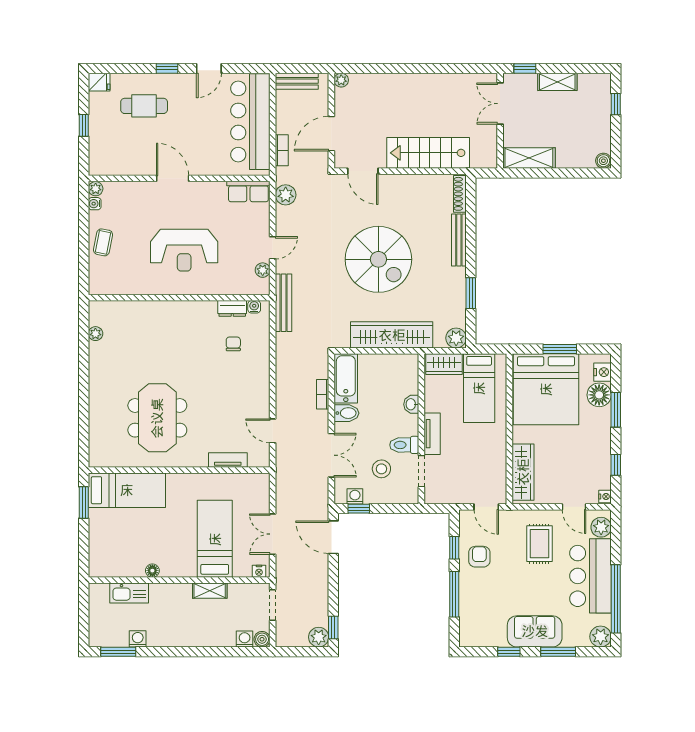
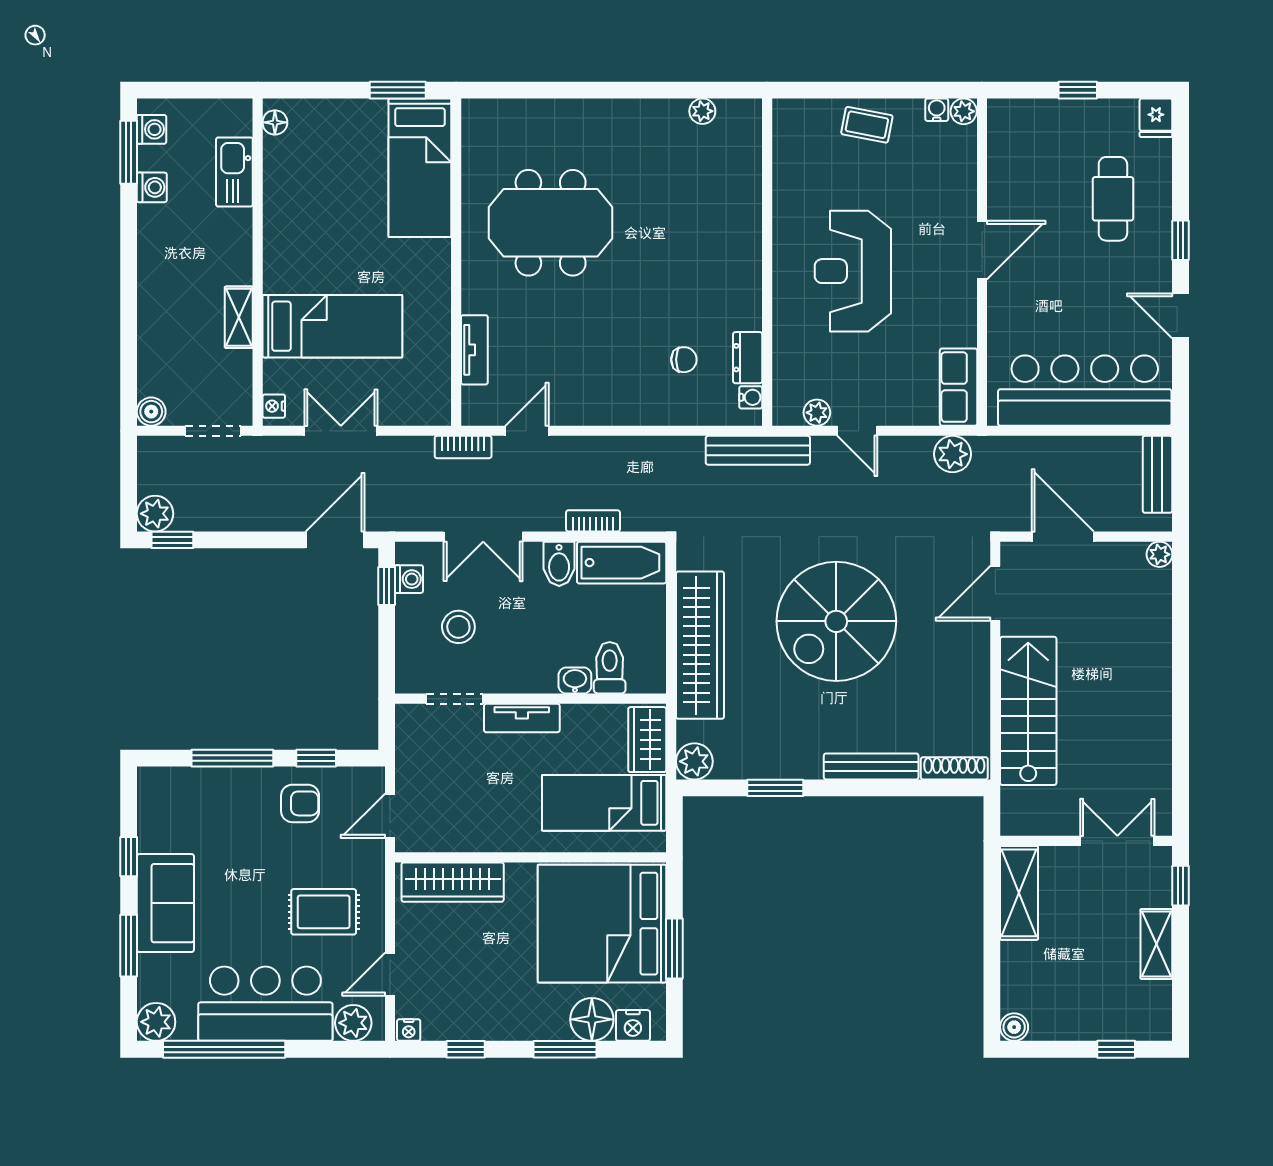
bookcase: (282, 150) -> (463, 447), moved
toilet: (404, 445) -> (610, 668), moved
floor lamp: (152, 571) -> (275, 122), moved
washing machine: (245, 639) -> (152, 129), moved

